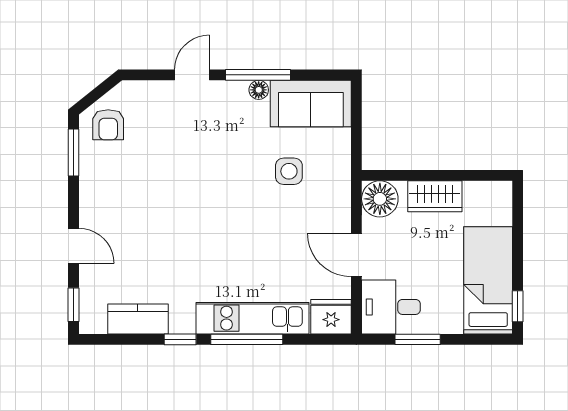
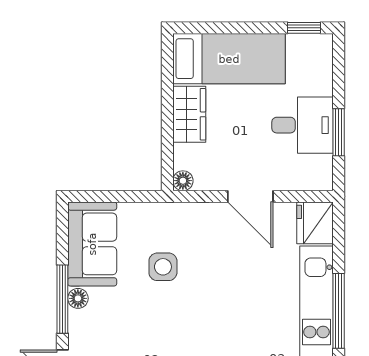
floor lamp: (380, 199) -> (183, 181), width x0.53, depth x0.53
door: (356, 255) -> (250, 196), hinge flipped
bed: (488, 280) -> (229, 59), moved, turned 180
desk: (391, 307) -> (303, 125), moved, turned -90

